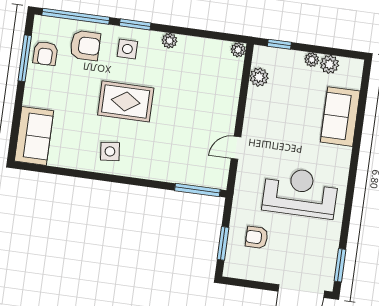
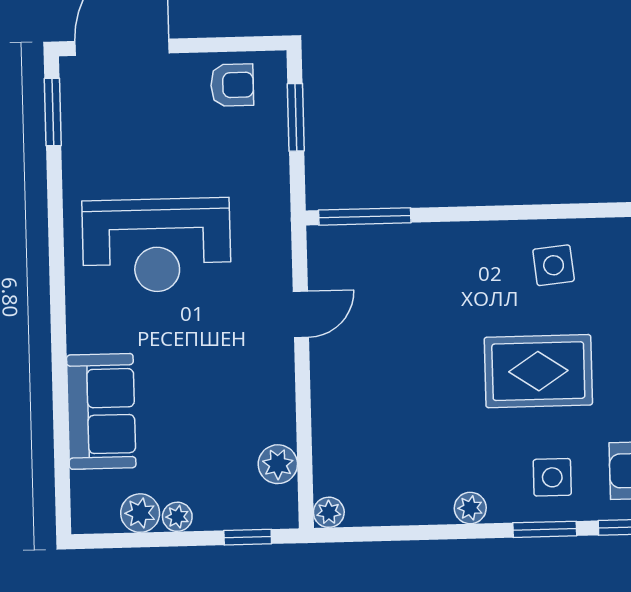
armchair: (257, 237) -> (232, 85), moved

